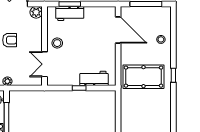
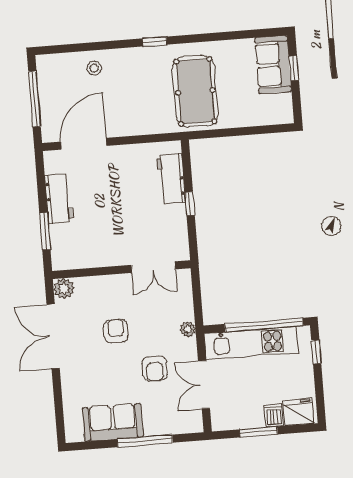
workbench: (70, 13) -> (59, 199), moved
stool: (57, 43) -> (115, 248), removed
pool table: (143, 77) -> (195, 91), moved

